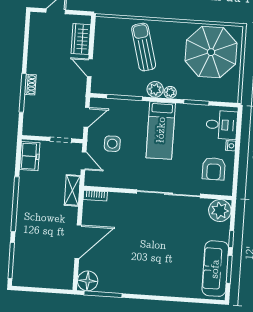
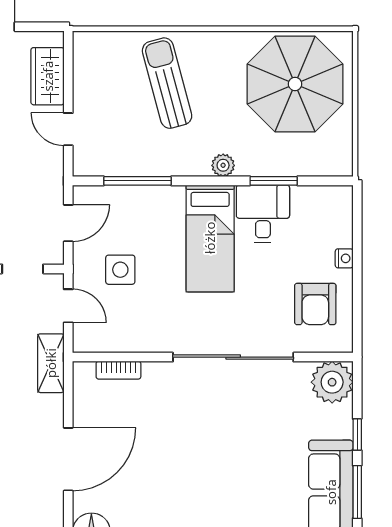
plant: (155, 89) -> (194, 162), removed
desk: (222, 125) -> (263, 214), moved, turned -90
bookcase: (95, 196) -> (118, 370), moved

